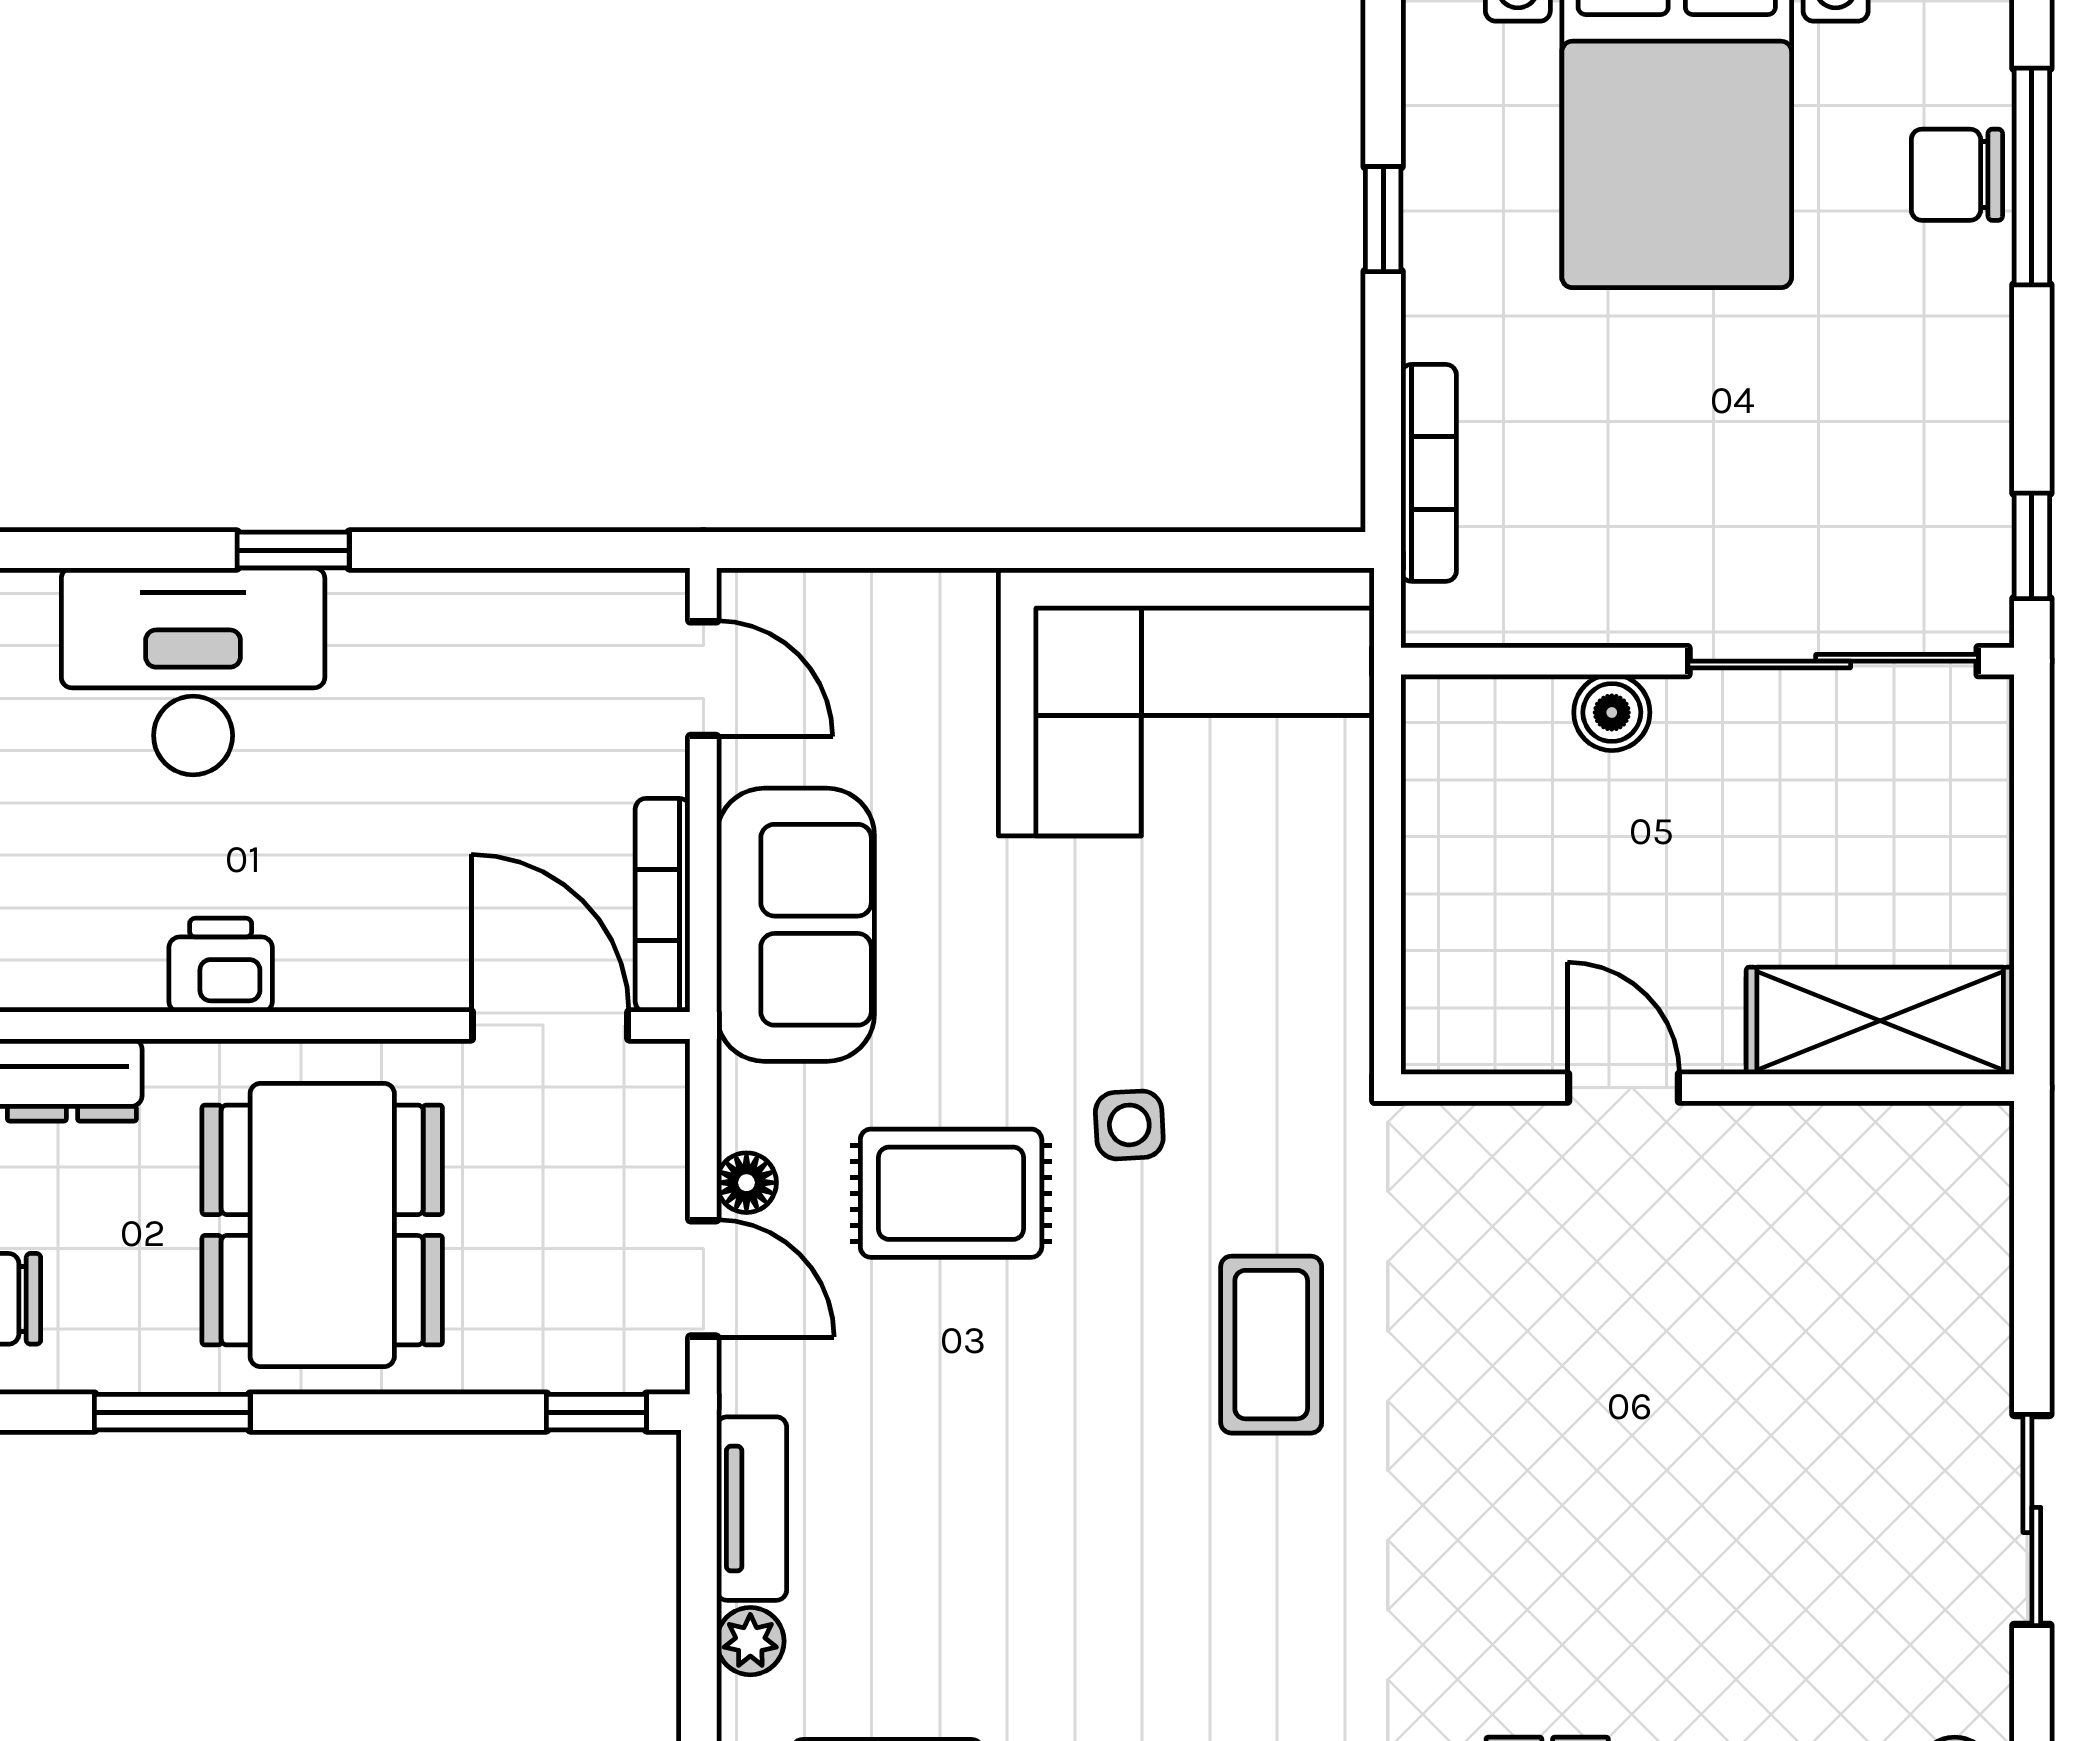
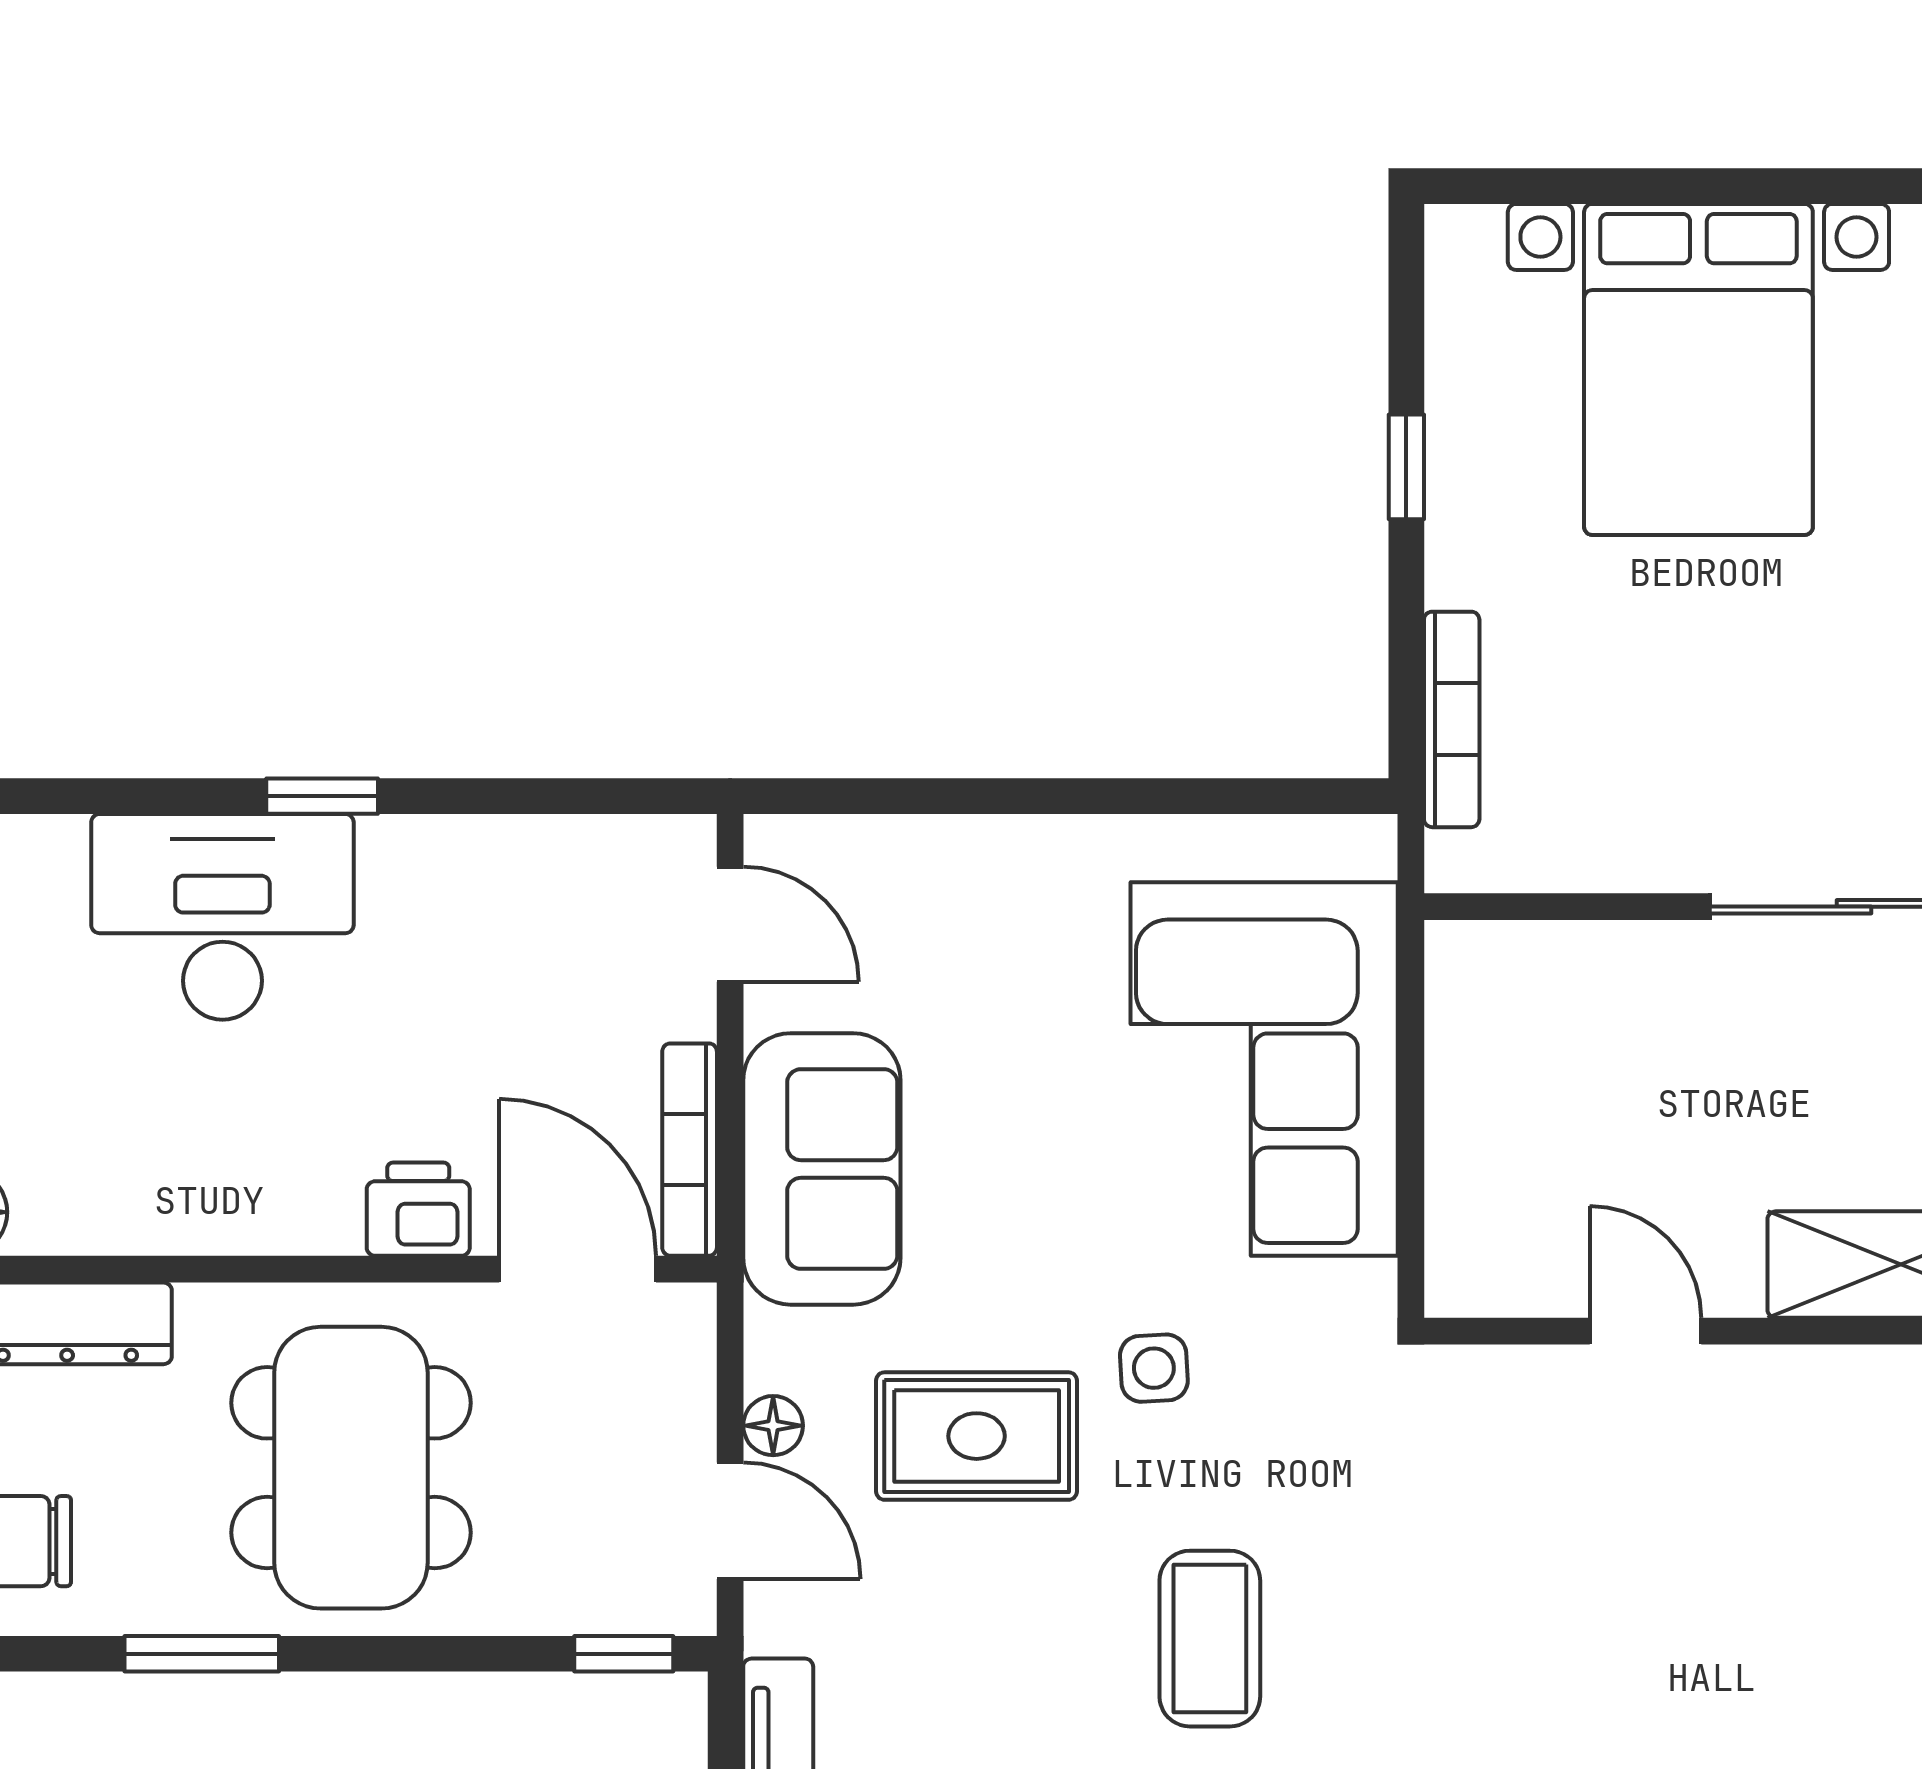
corner sofa: (1186, 702) -> (1264, 1069), moved, turned 90
boiler: (1612, 712) -> (1634, 958), removed
printer: (221, 965) -> (418, 1209), moved
coffee table: (1271, 1345) -> (1210, 1639), moved

